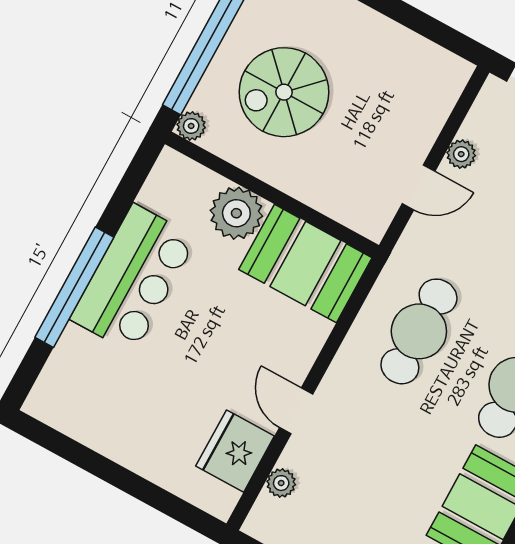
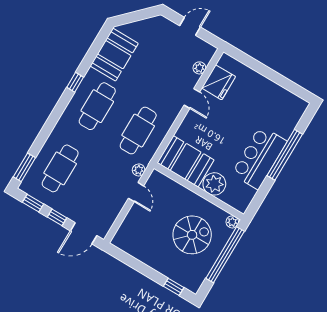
plant: (461, 154) -> (139, 170), moved
door: (419, 187) -> (136, 192), swing flipped

